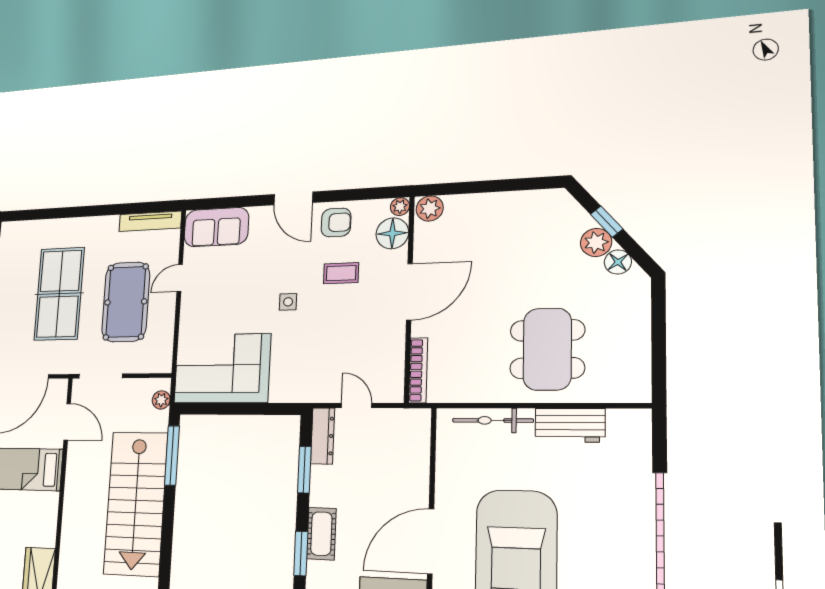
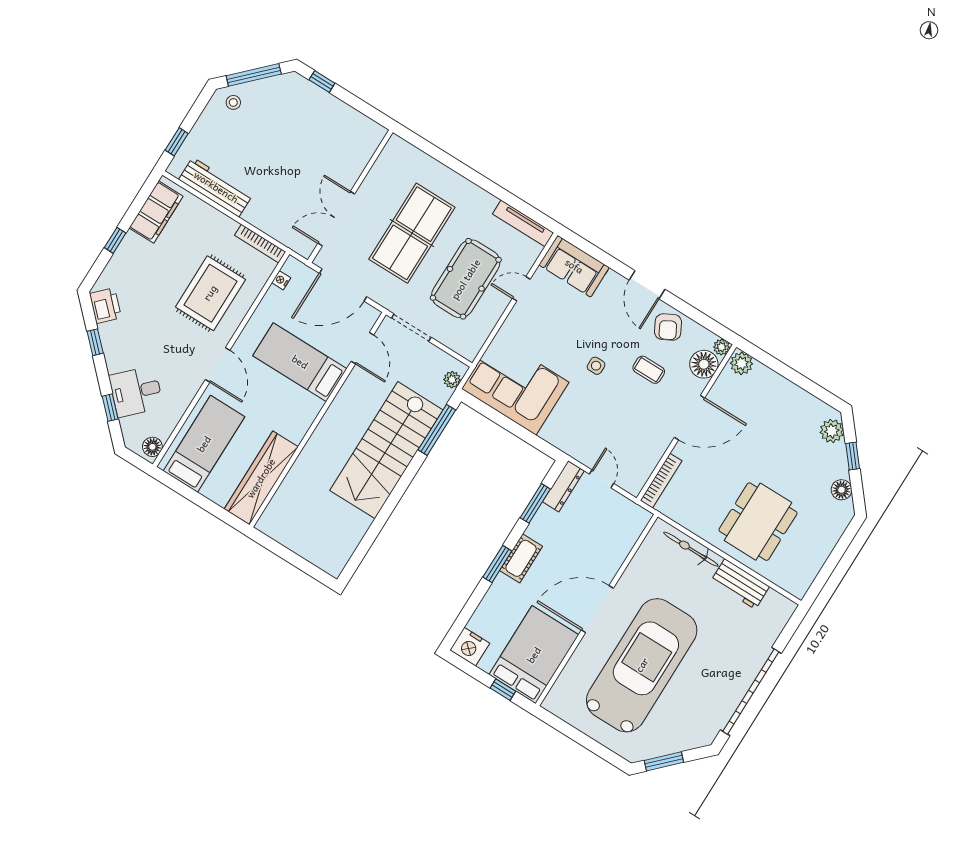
armchair: (336, 222) -> (668, 327), turned 62
plant: (596, 242) -> (832, 431), moved

